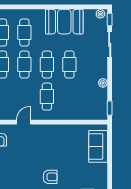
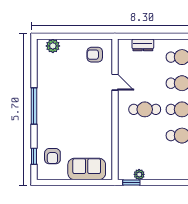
plant: (103, 83) -> (139, 174), moved
armchair: (50, 177) -> (52, 156), moved

